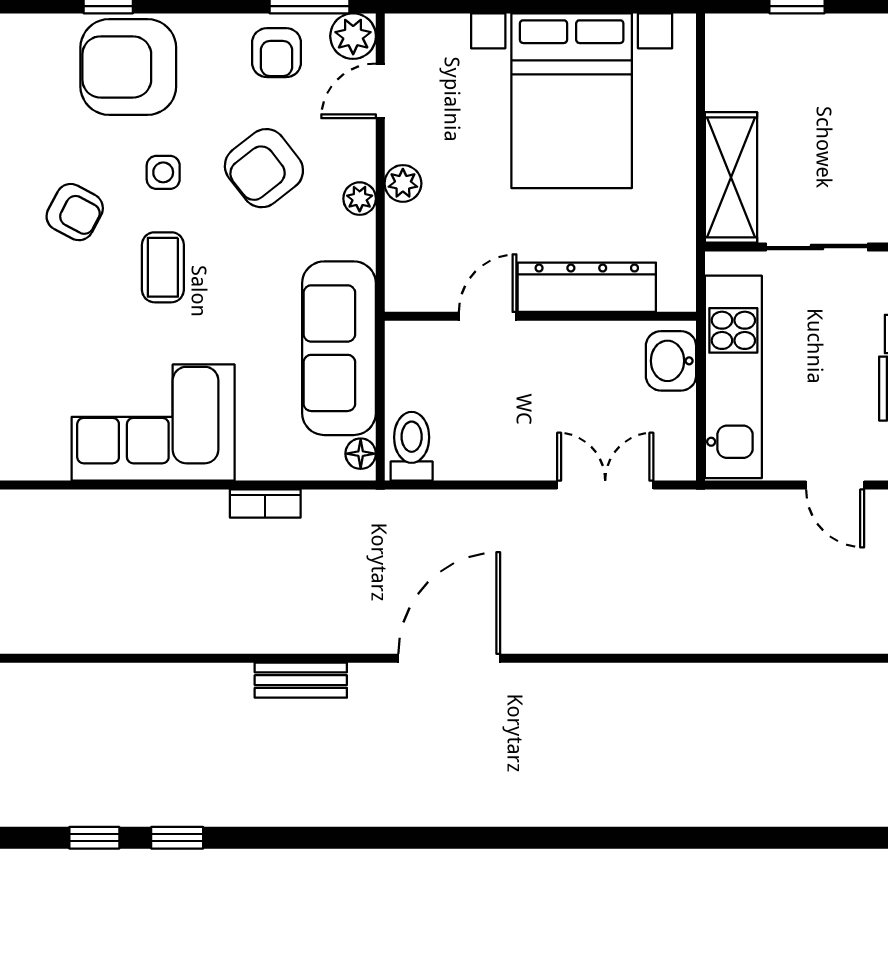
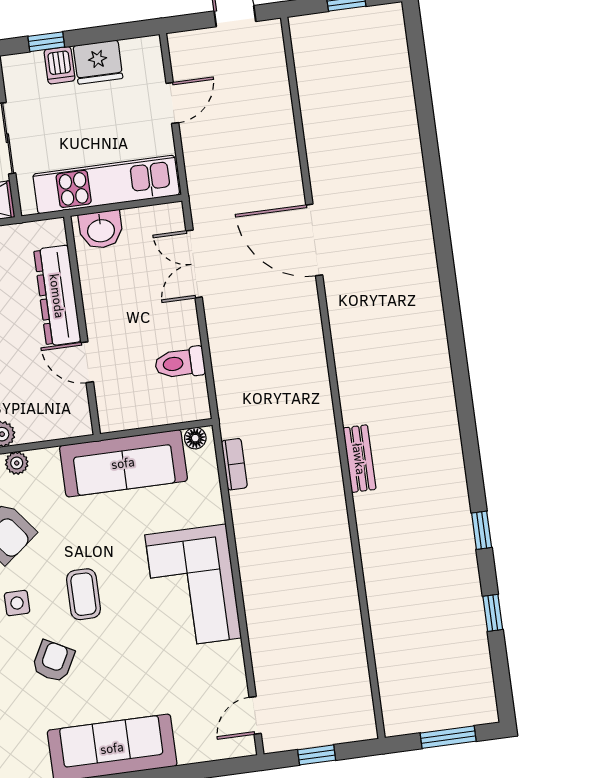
coffee table: (163, 267) -> (83, 594), turned 90
toilet: (412, 446) -> (180, 363), moved
bookcase: (265, 504) -> (234, 464), moved
door: (449, 658) -> (314, 240), moved
window: (94, 838) -> (493, 613), moved

